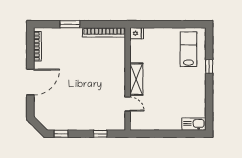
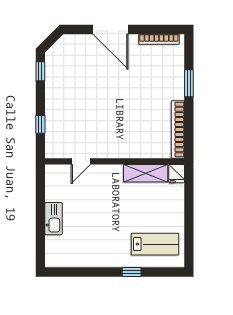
shelving: (136, 79) -> (146, 173), moved
kitchen sink: (194, 124) -> (53, 219), moved

